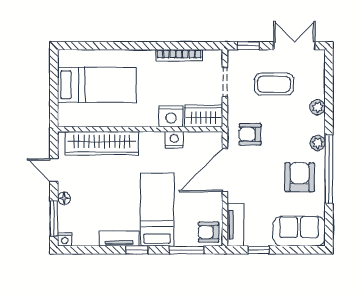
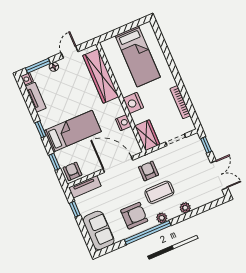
coffee table: (274, 84) -> (159, 192), moved, turned 90
nightstand: (171, 116) -> (133, 103), moved
tv unit: (119, 239) -> (36, 97), moved
window: (186, 250) -> (55, 162), width x0.67

